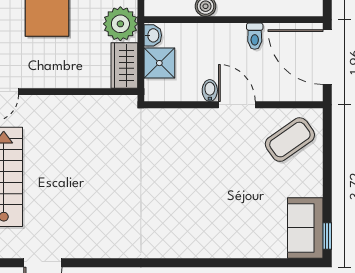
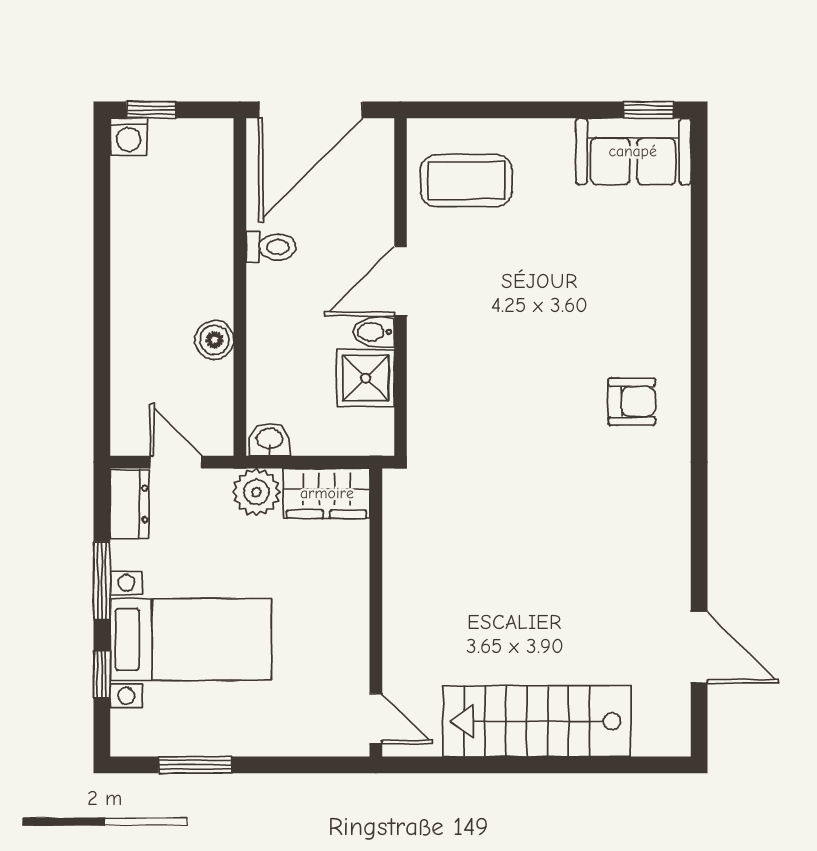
plant: (120, 24) -> (256, 492), width x0.73, depth x0.73
shower: (159, 63) -> (366, 378), moved
coffee table: (290, 140) -> (466, 181), turned -55
armchair: (173, 227) -> (632, 402), added

